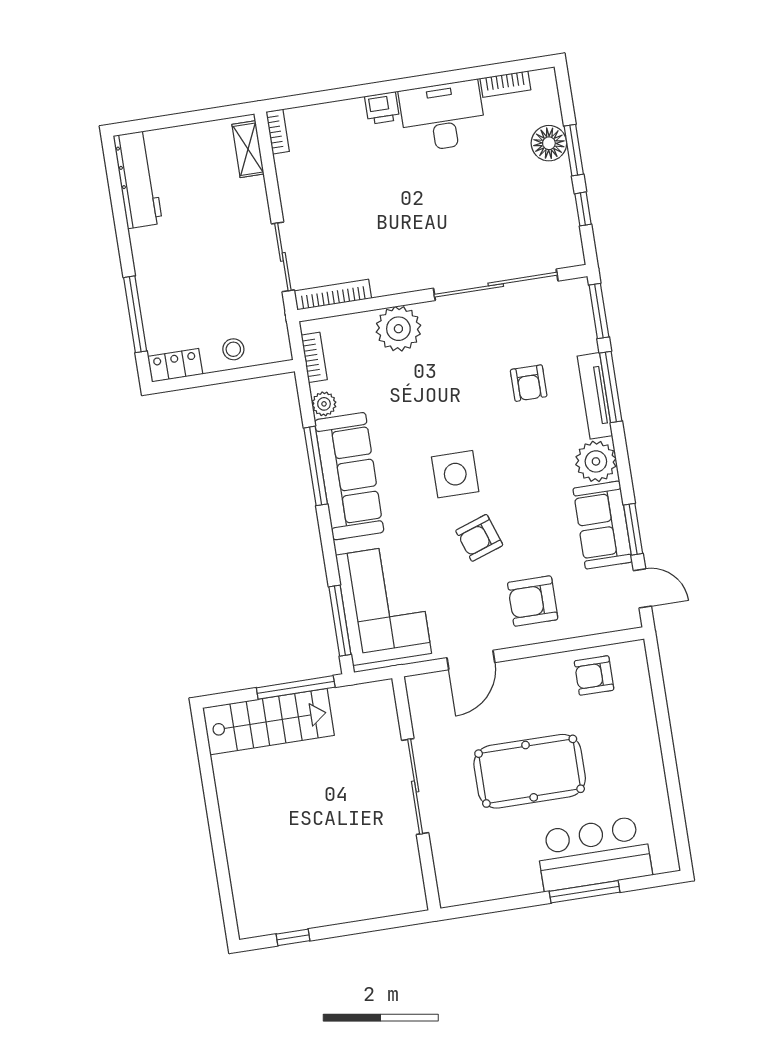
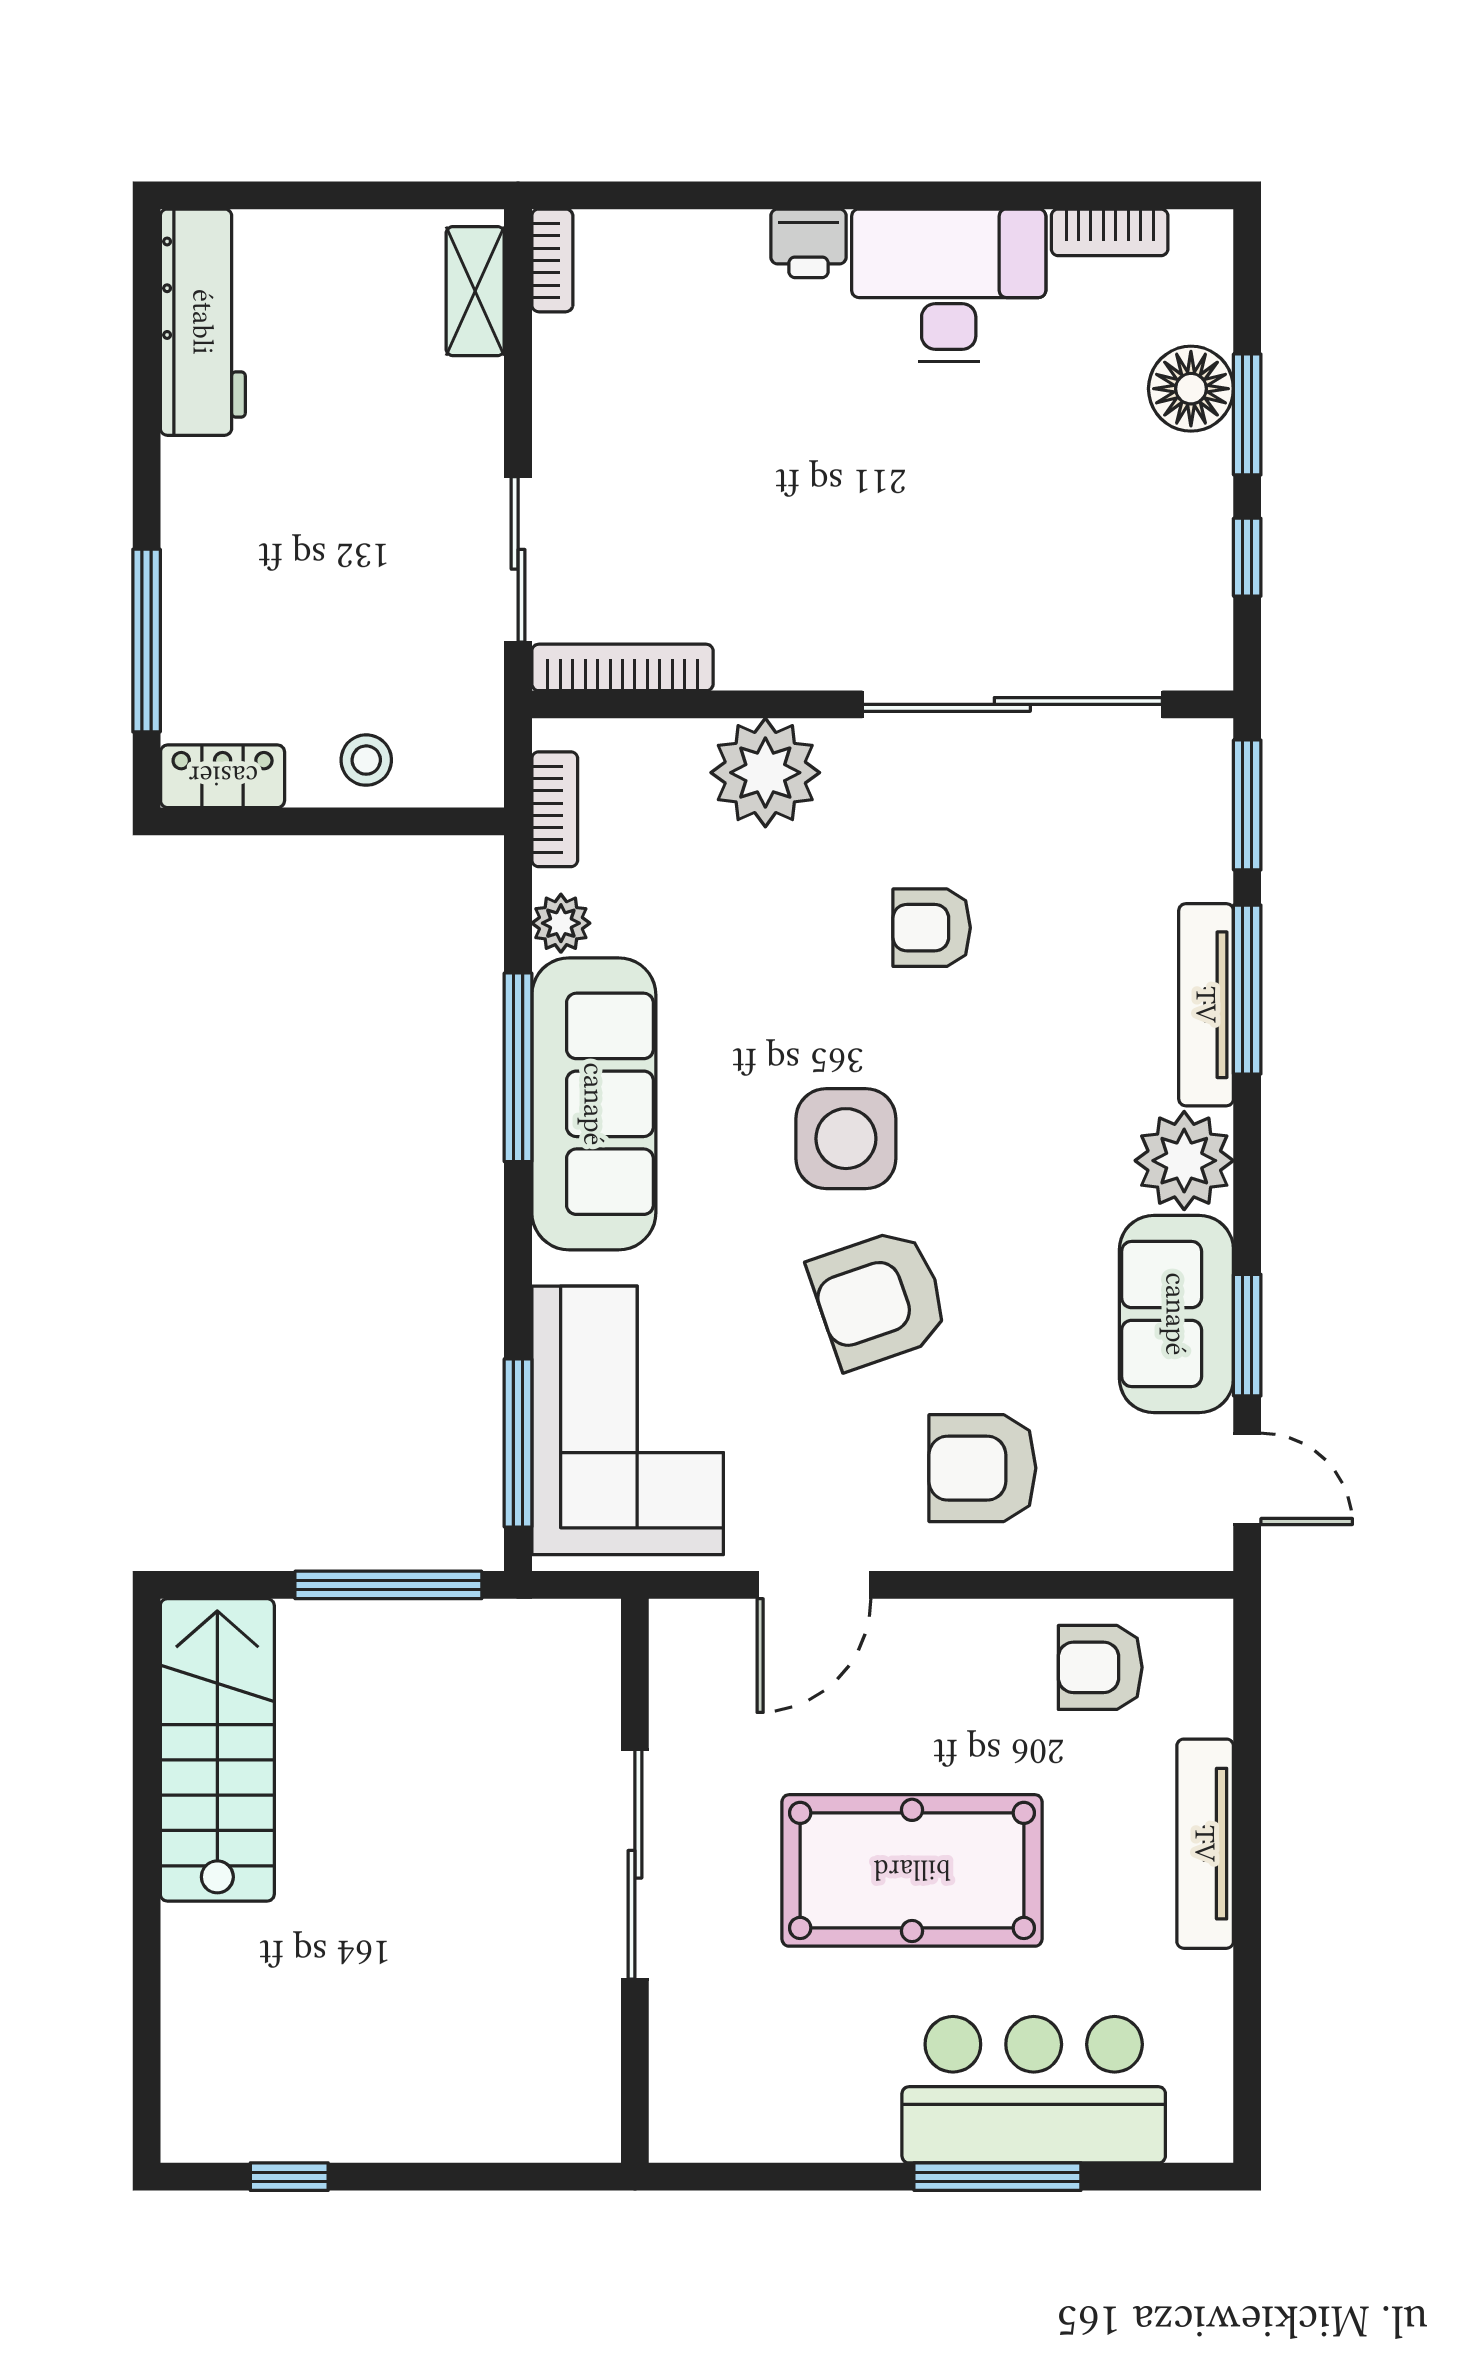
armchair: (529, 383) -> (932, 928), moved, turned 90
armchair: (479, 538) -> (879, 1299), width x1.38, depth x1.38
stairs: (269, 722) -> (217, 1750), moved, turned -90
tv unit: (649, 741) -> (1205, 1844), added

